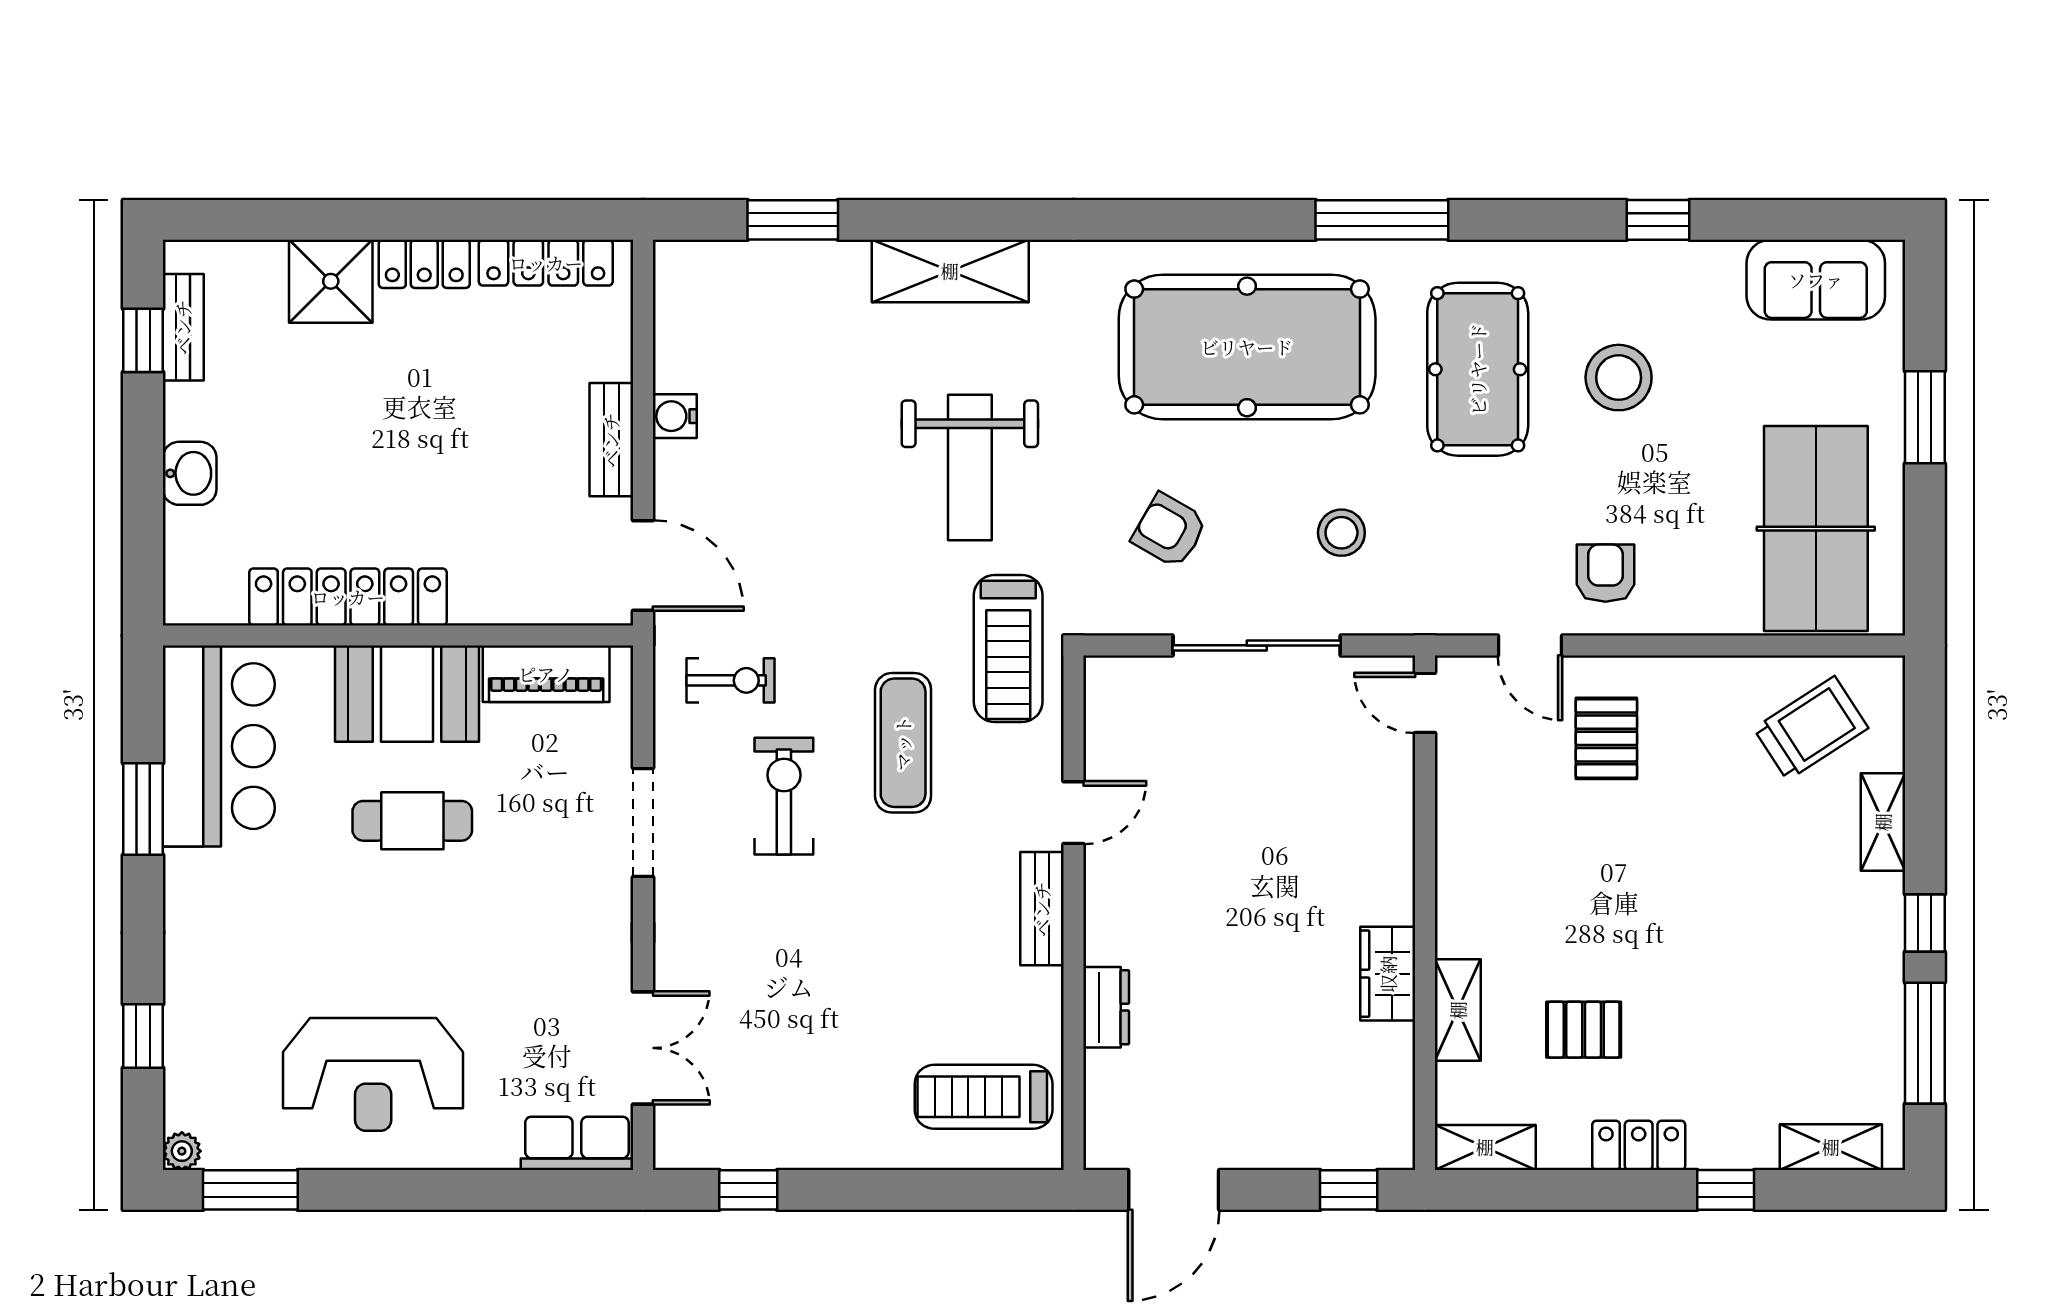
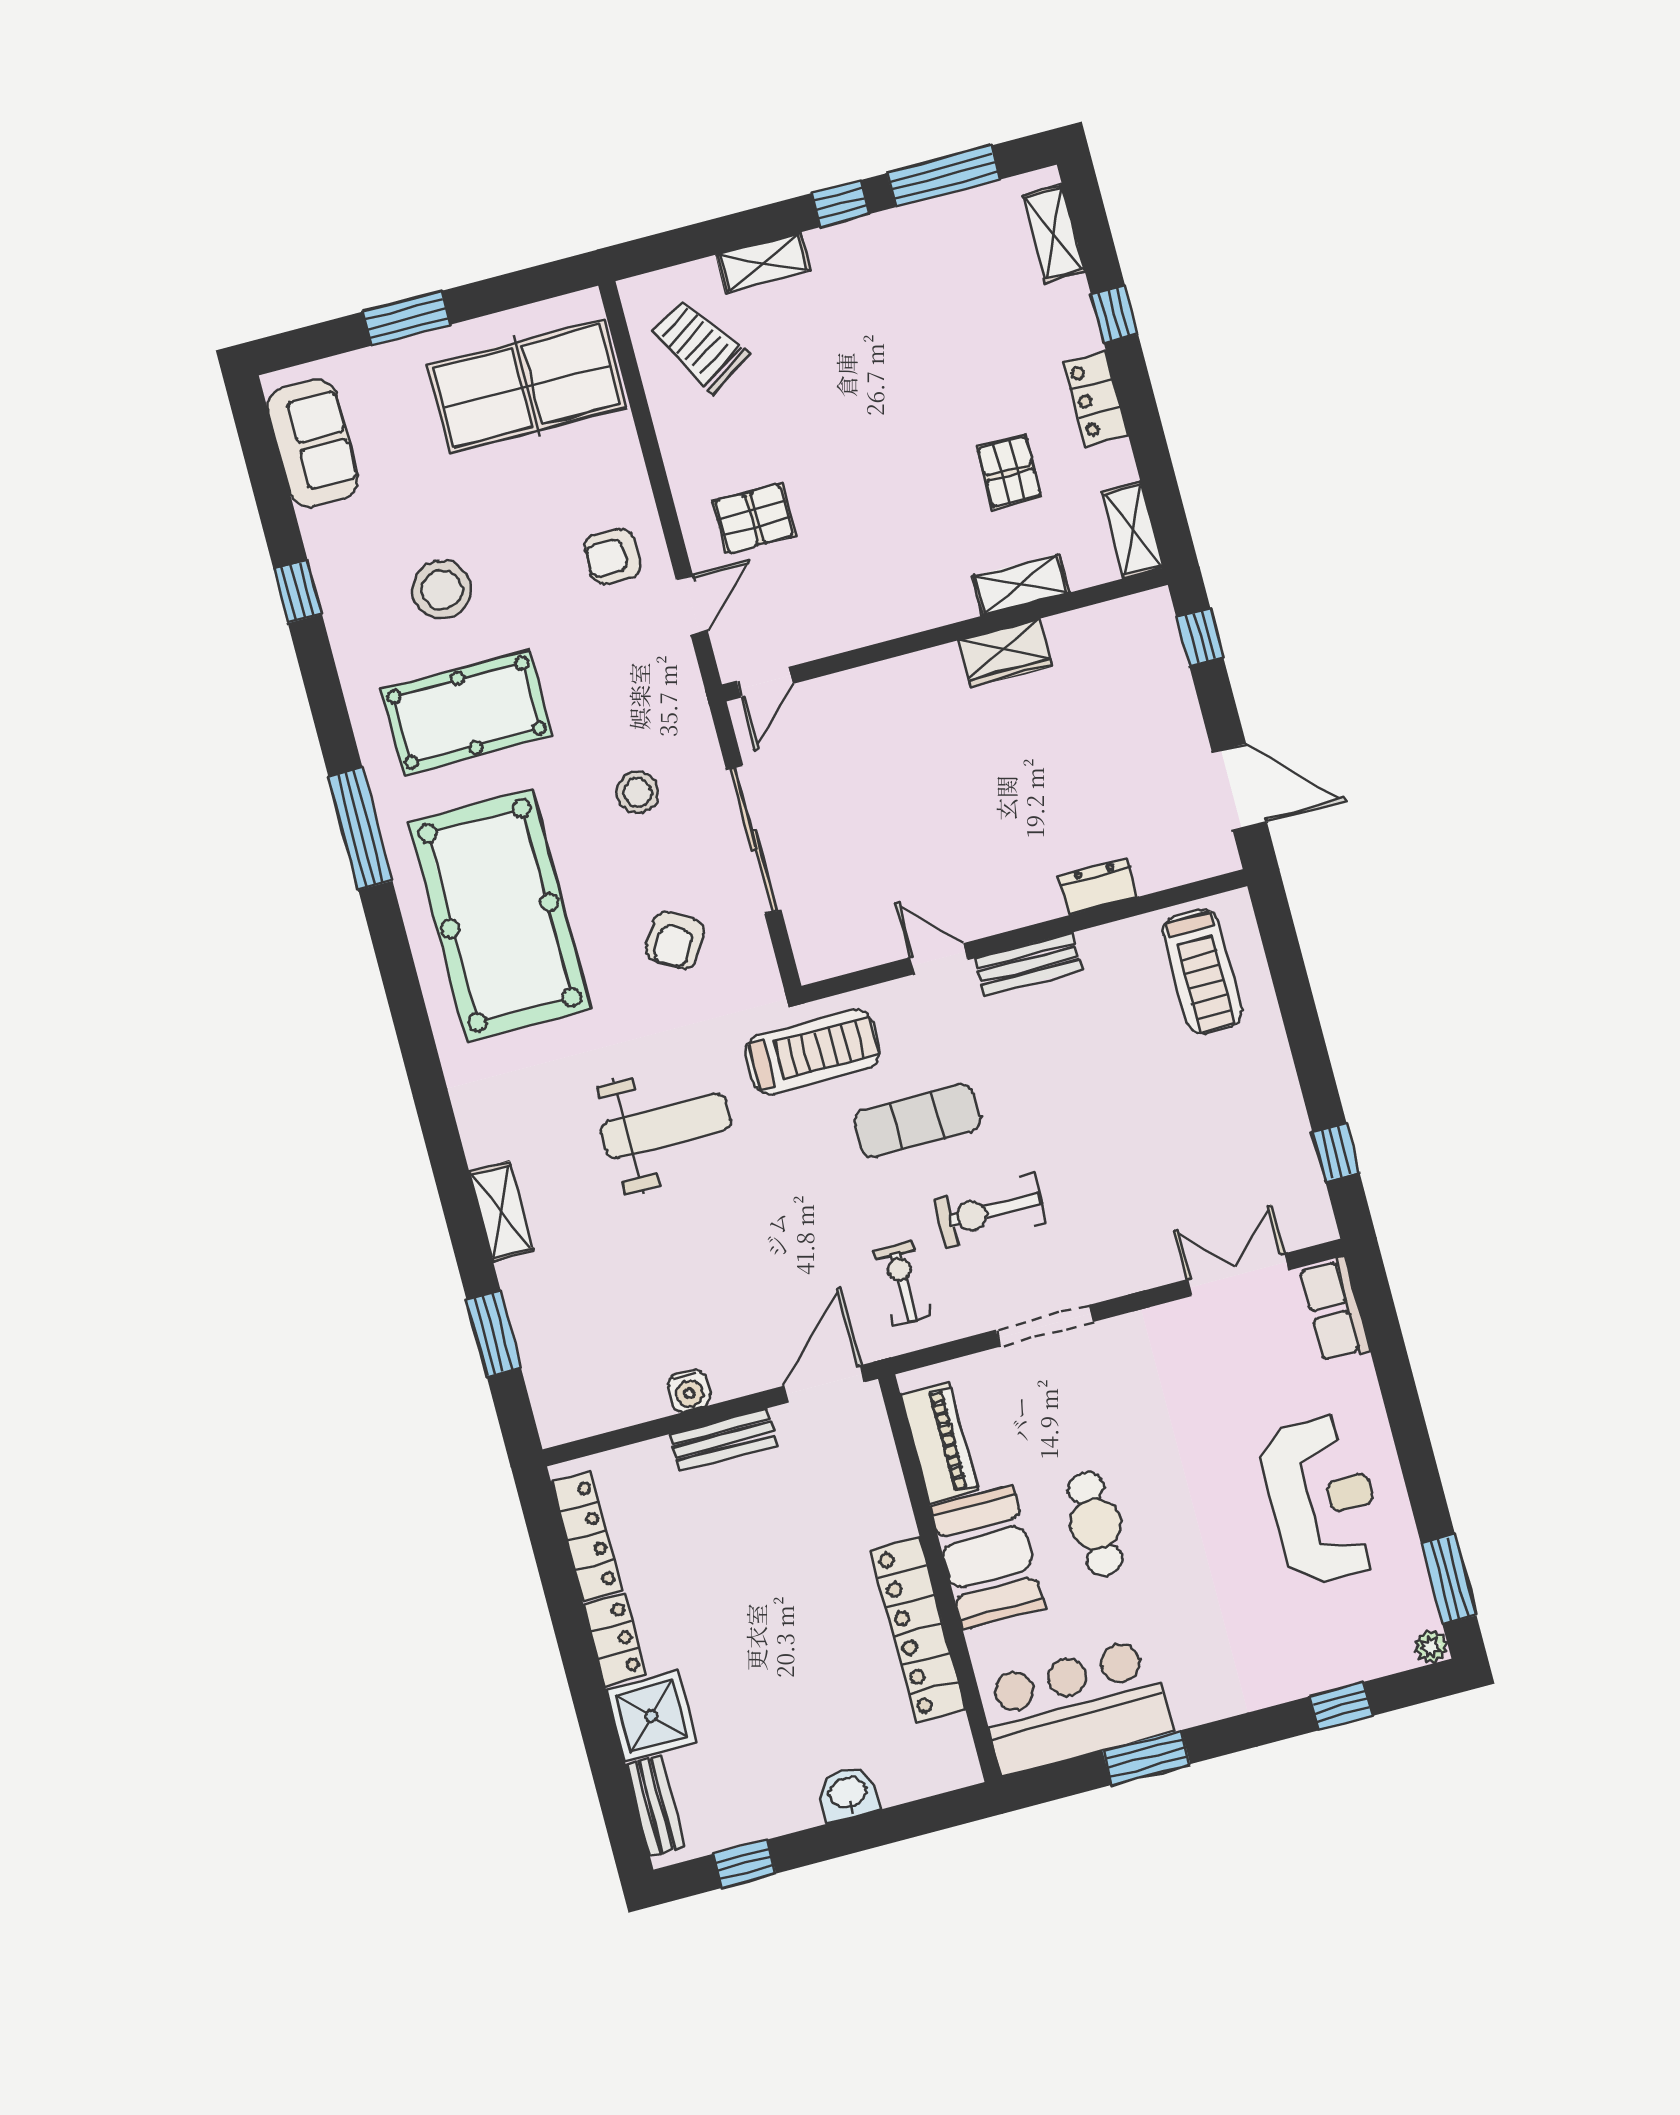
shelving: (950, 271) -> (501, 1211), width x0.67, depth x0.75
bench: (183, 327) -> (655, 1806), moved, turned 90

